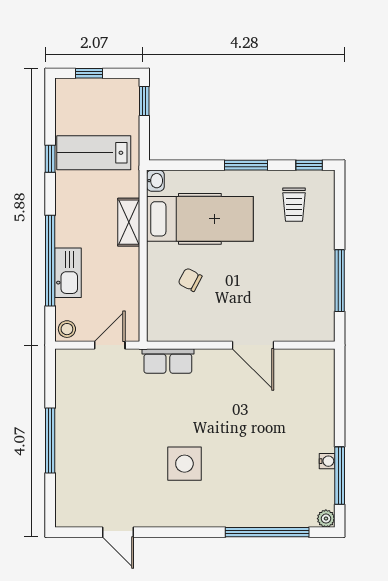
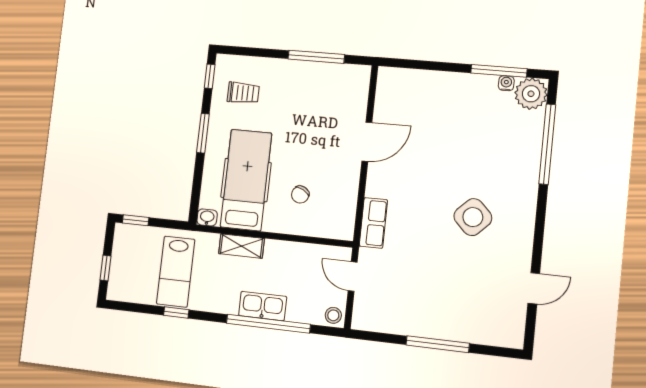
kitchen sink: (68, 273) -> (263, 306), moved
water cooler: (327, 461) -> (506, 83), moved
side table: (184, 464) -> (473, 217), turned 45
plant: (326, 519) -> (531, 94), width x1.88, depth x1.88

